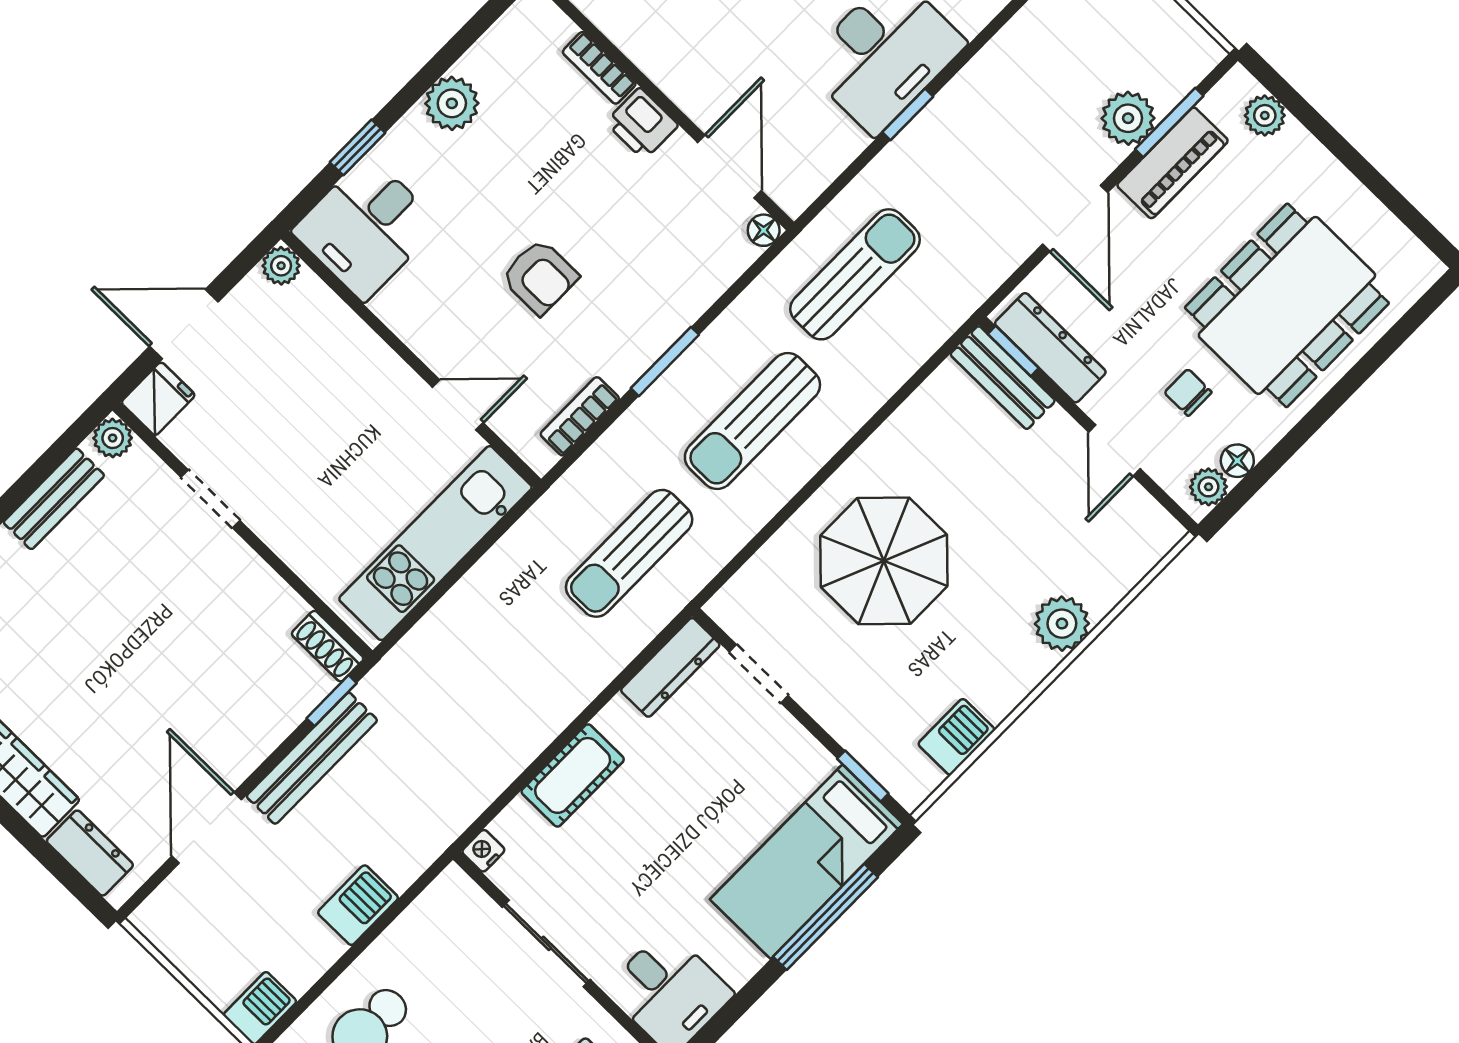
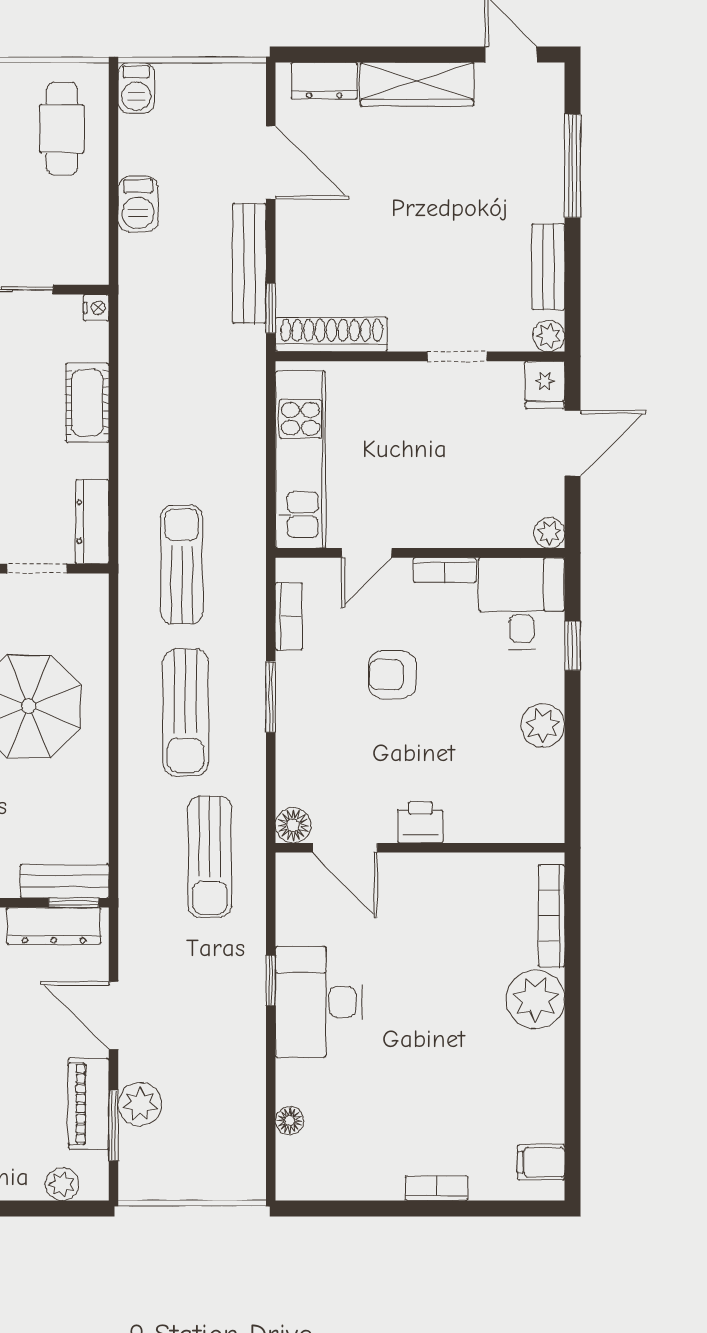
bookcase: (599, 68) -> (445, 570), moved, turned 180
floor lamp: (764, 230) -> (293, 825), width x1.37, depth x1.37
sun lounger: (752, 421) -> (186, 712), turned 180
shoe rack: (328, 646) -> (331, 334), width x1.94, depth x1.24

